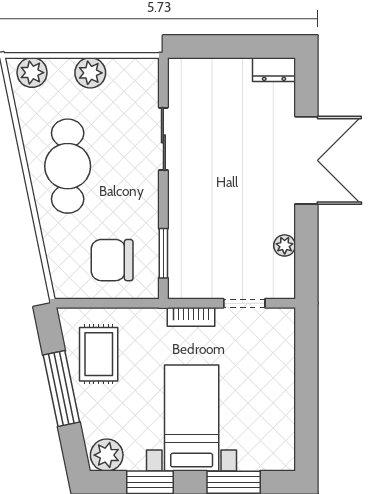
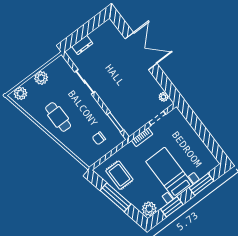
dresser: (274, 70) -> (82, 45), moved
cafe table: (68, 166) -> (58, 117), width x0.73, depth x0.74
plant: (285, 245) -> (163, 97), moved
chair: (112, 260) -> (99, 138), width x0.54, depth x0.54

